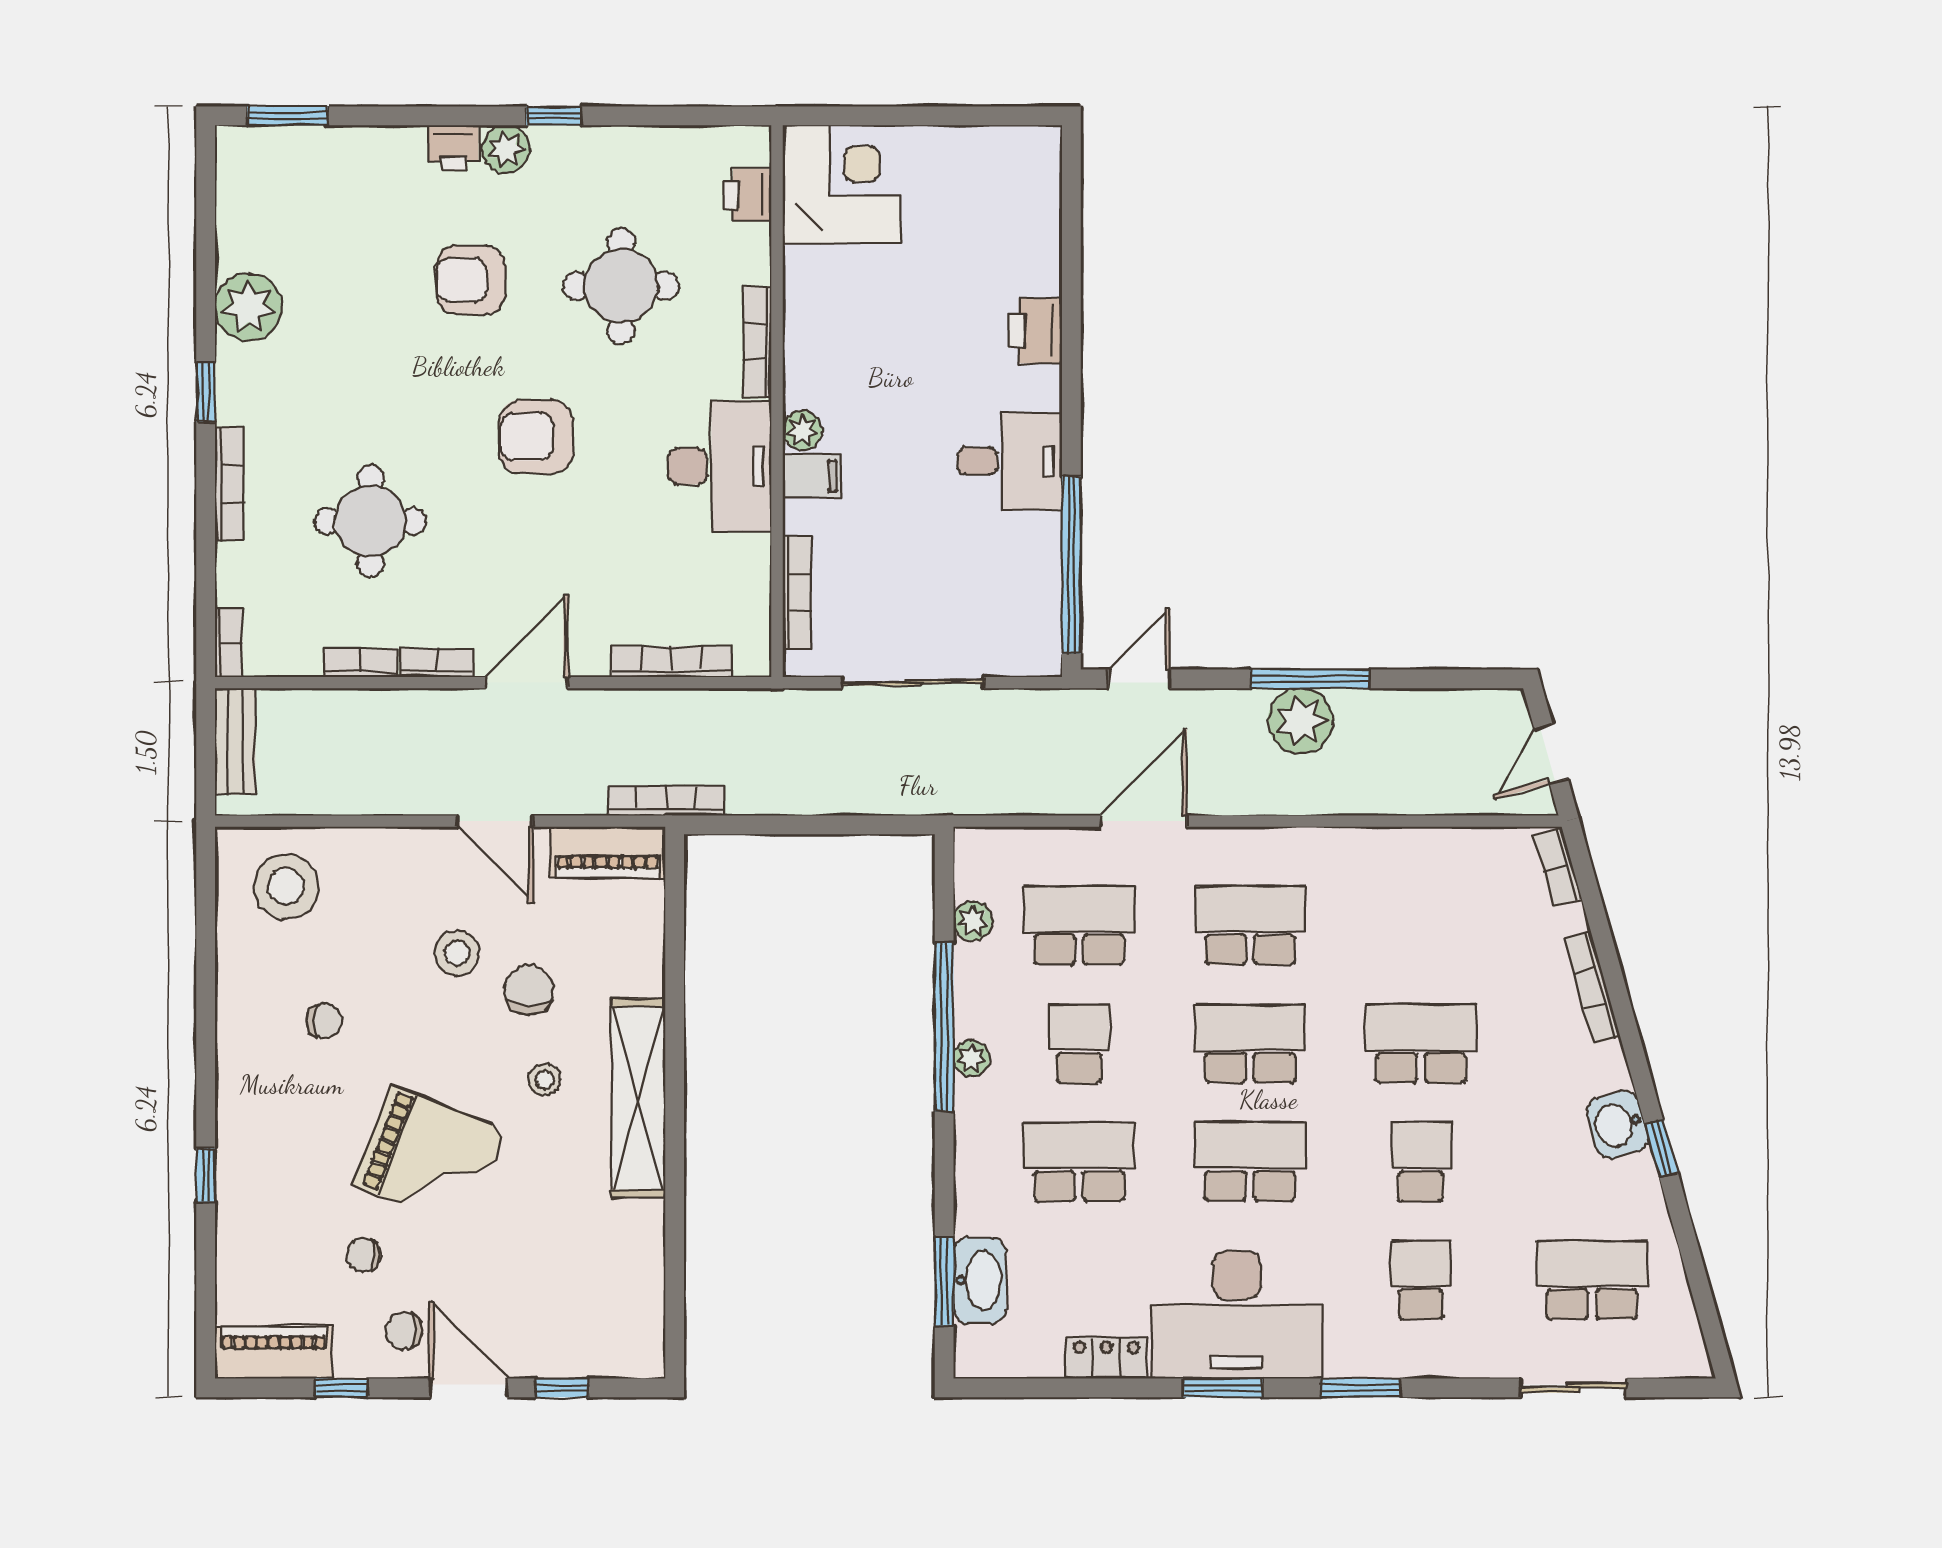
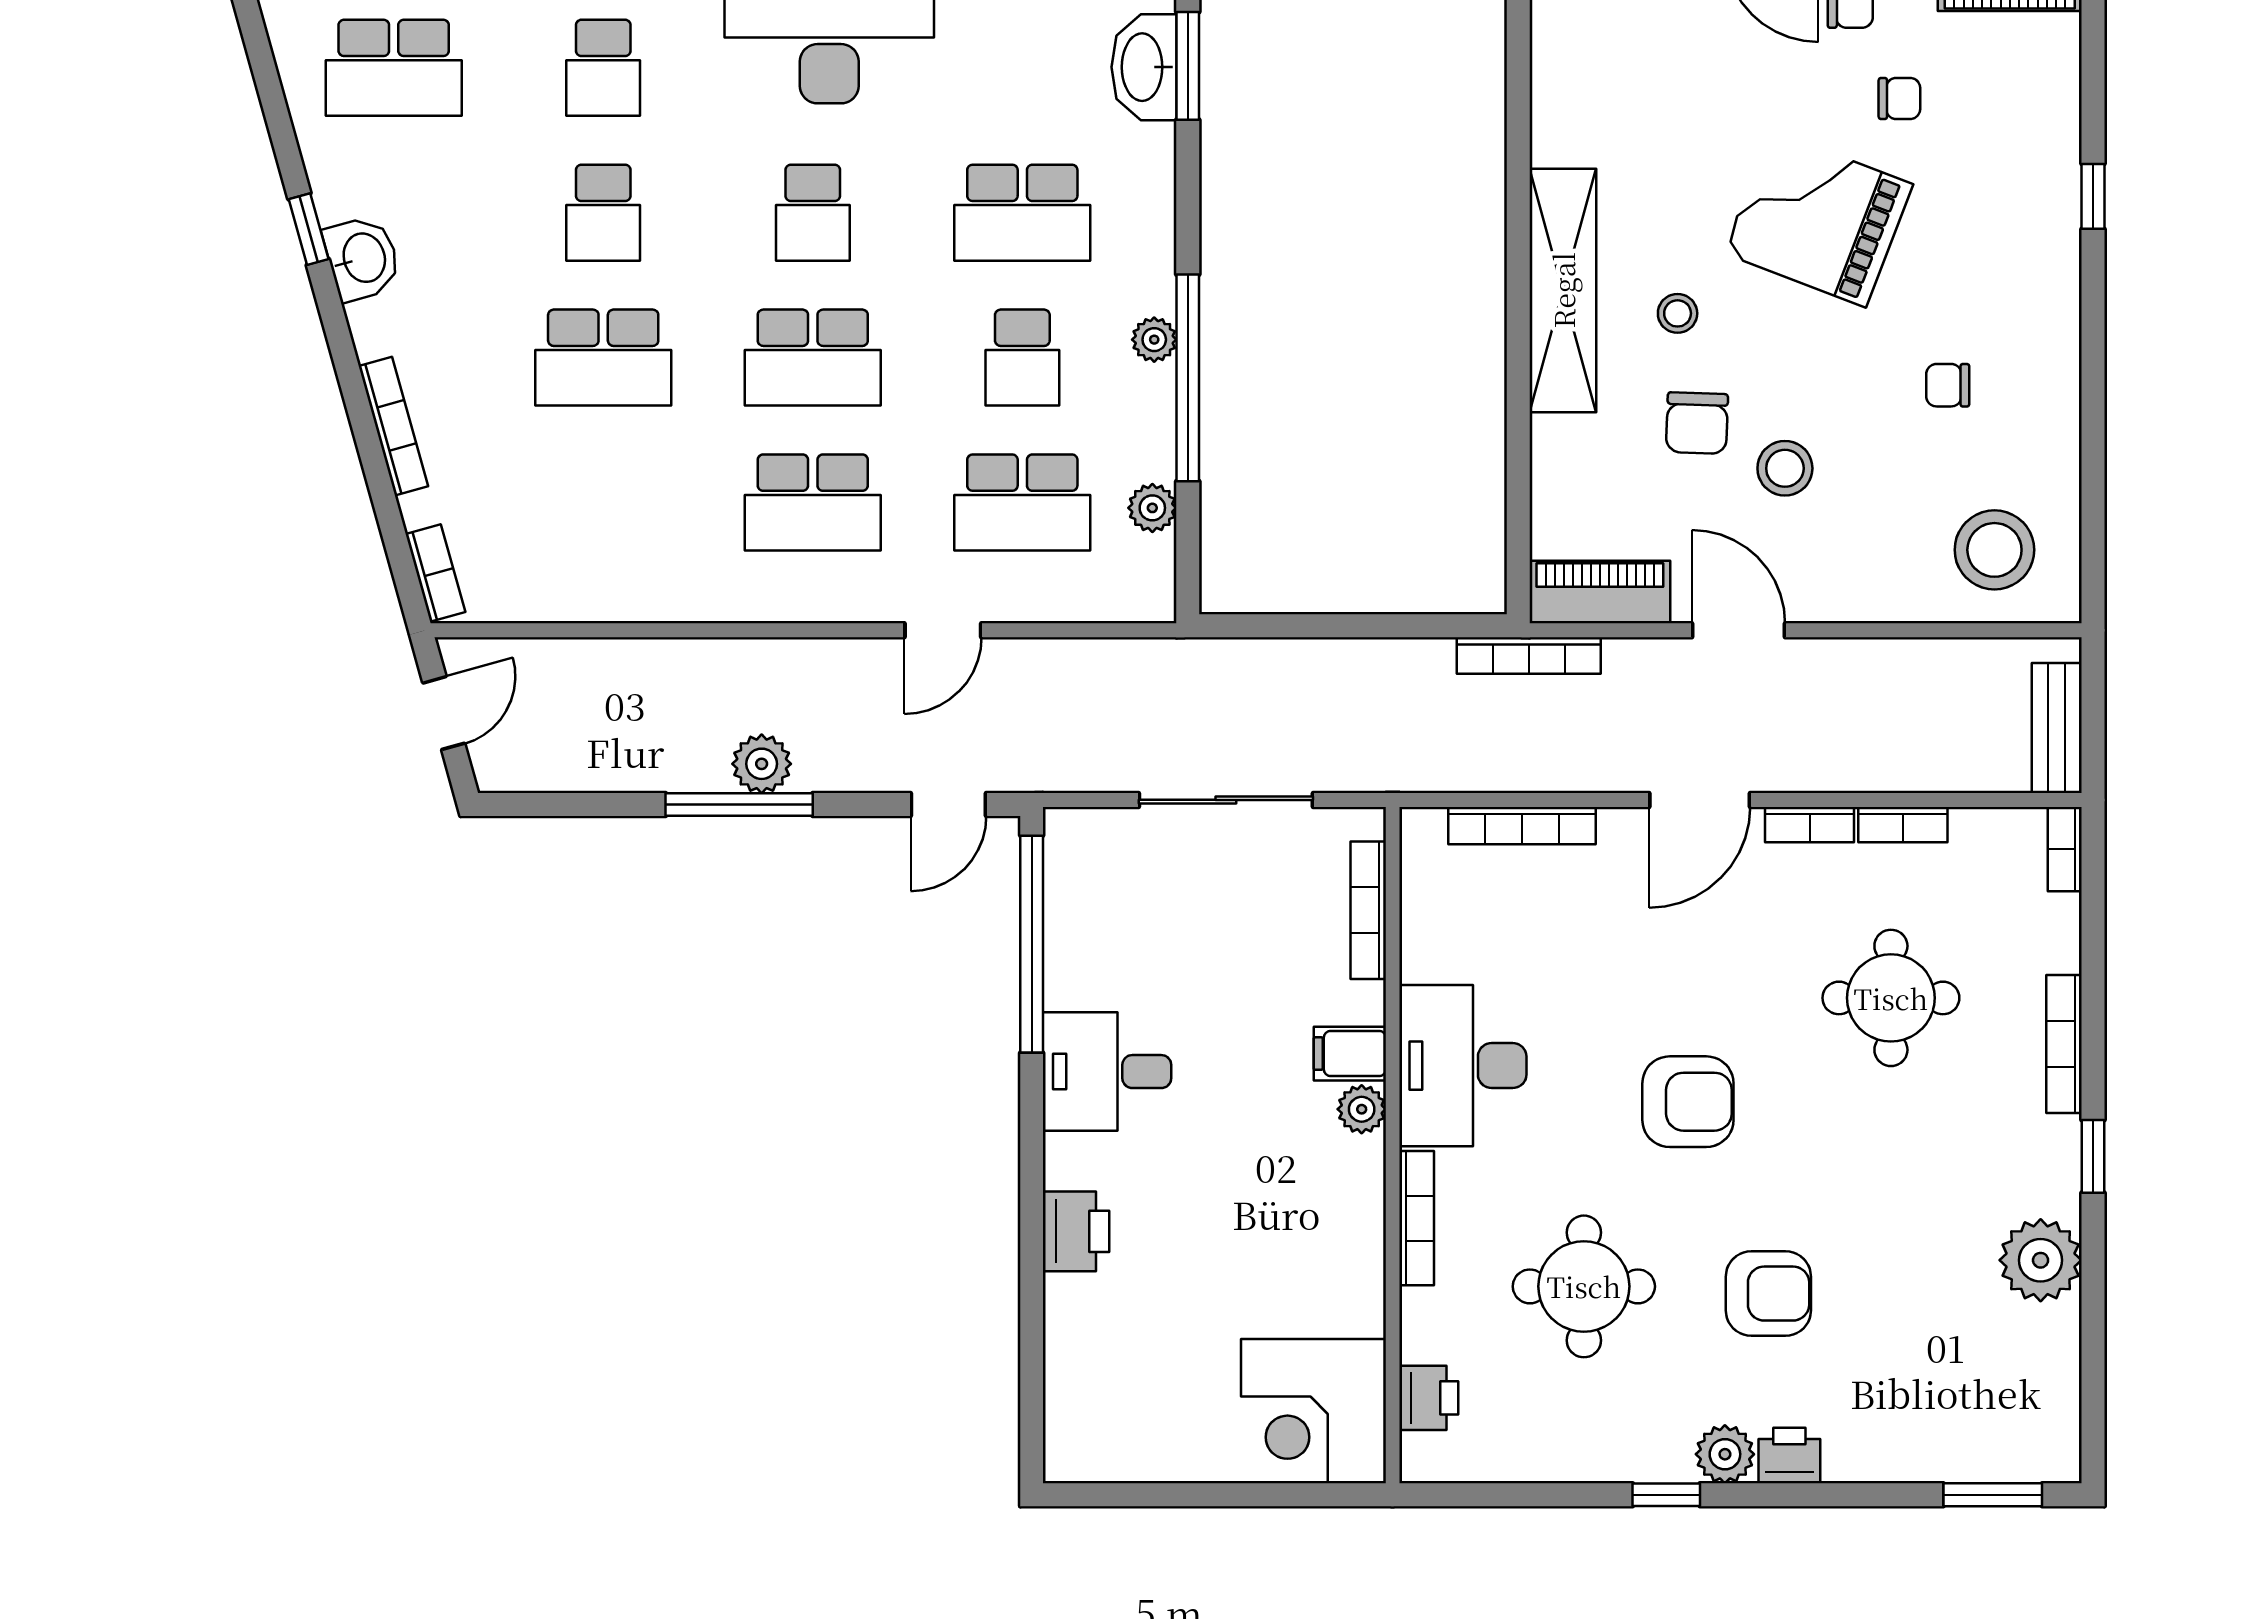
plant: (1300, 721) -> (762, 764), width x0.73, depth x0.73
door: (1144, 821) -> (943, 630), width x0.73
school desk: (1250, 1162) -> (813, 213), width x0.54

